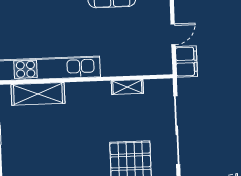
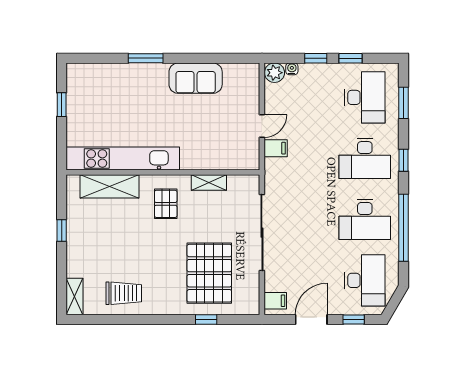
filing cabinet: (186, 62) -> (276, 148), width x0.50
pallet: (89, 108) -> (166, 204), added

